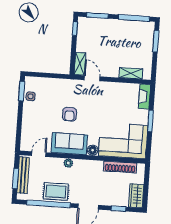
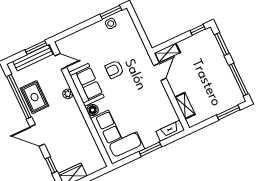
shoe rack: (120, 167) -> (91, 145), removed
window: (16, 179) -> (36, 48), moved

